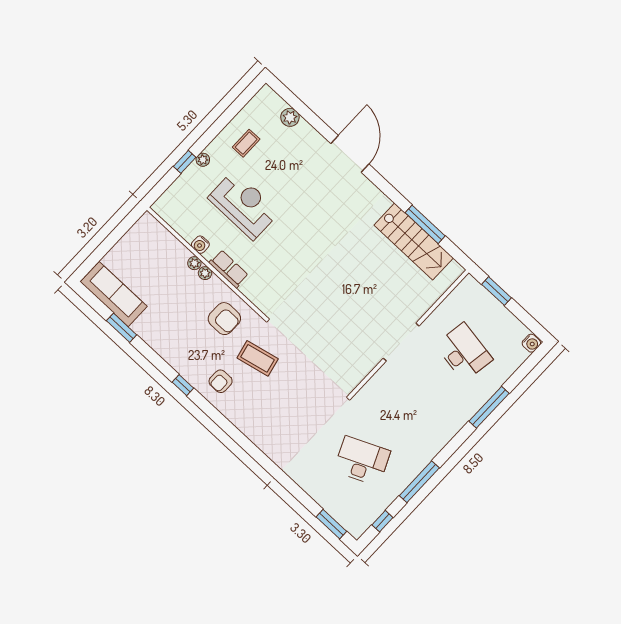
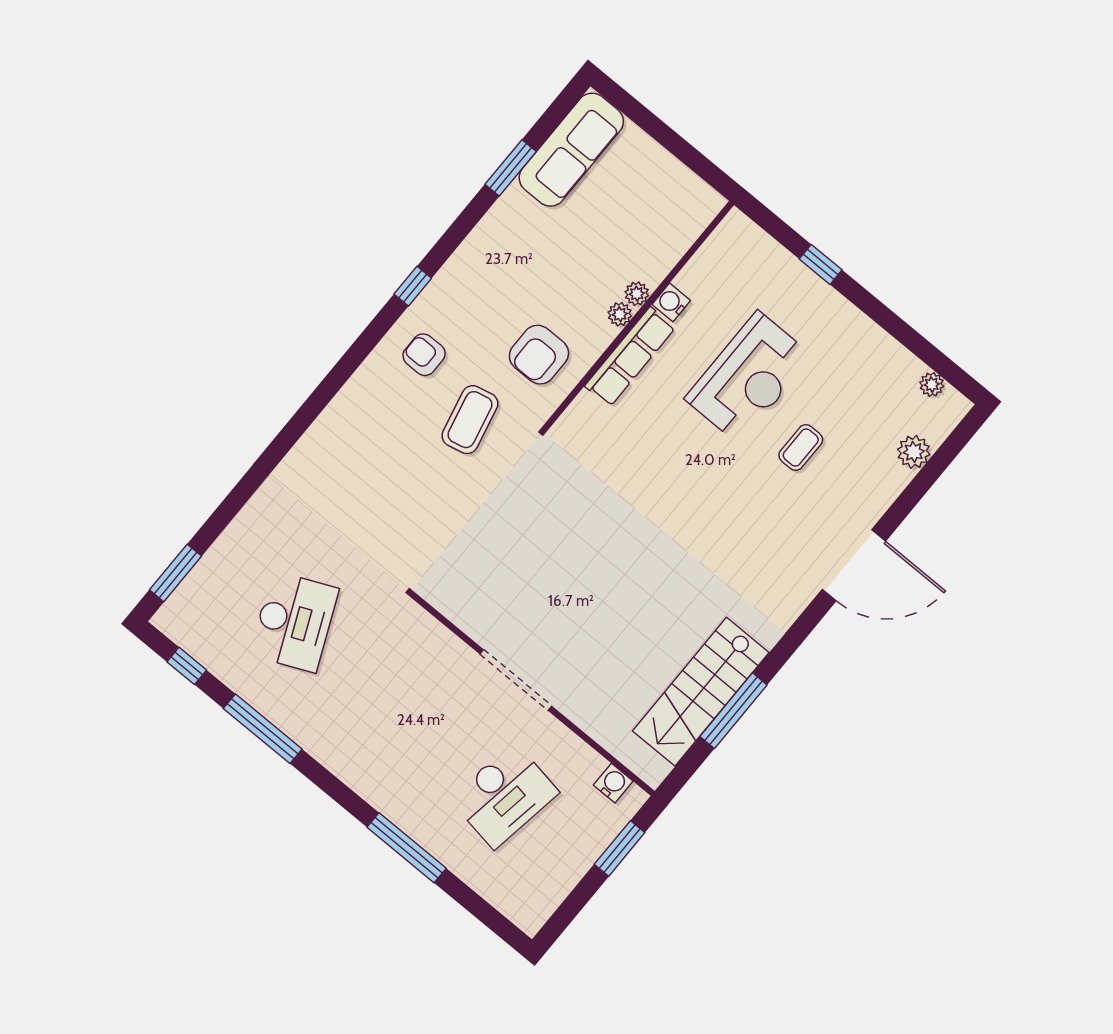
coffee table: (246, 143) -> (801, 447), moved, turned 90
plant: (203, 160) -> (932, 384), moved
row of seats: (229, 269) -> (630, 357), width x1.48
water cooler: (531, 343) -> (613, 783), moved, turned 180

